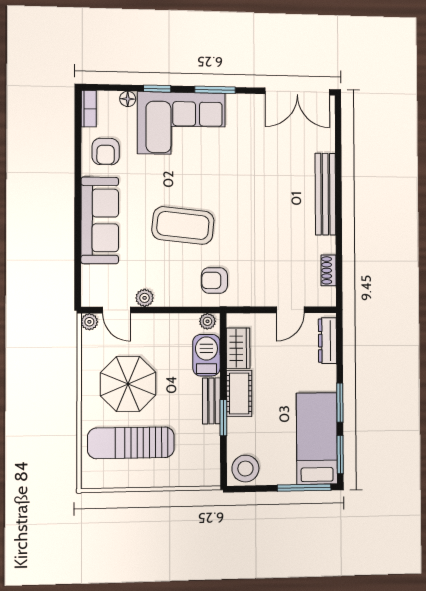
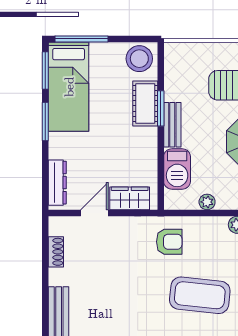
plant: (207, 321) -> (207, 202), moved
wardrobe: (238, 348) -> (130, 198), moved, turned 90
cot: (239, 393) -> (145, 103), moved

